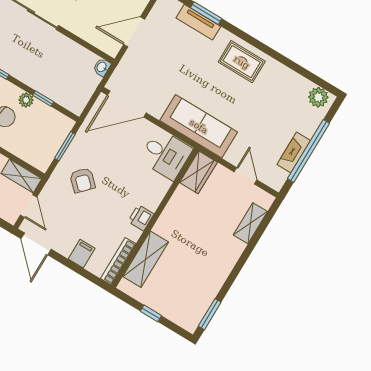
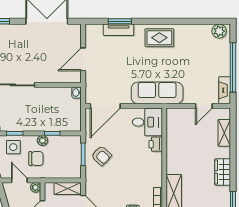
fireplace: (294, 152) -> (225, 90), moved
wardrobe: (198, 172) -> (223, 172), moved, turned 180
door: (246, 176) -> (204, 106), swing flipped
armchair: (82, 180) -> (101, 156), moved
printer: (141, 218) -> (156, 144), moved

